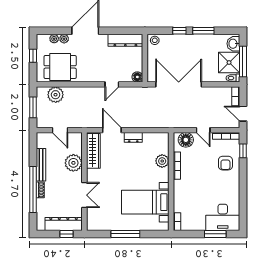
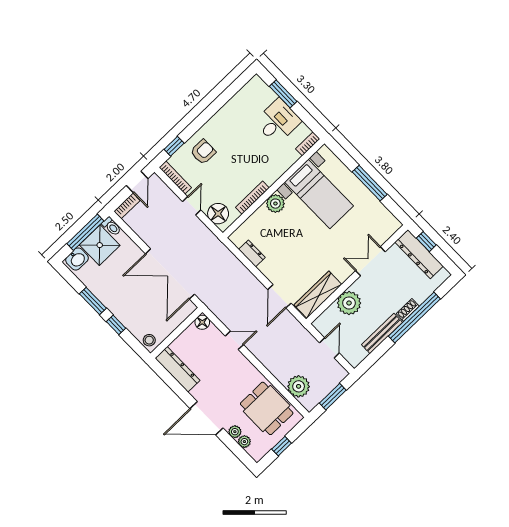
dresser: (133, 137) -> (252, 253), moved
plant: (162, 161) -> (275, 204), moved
desk: (223, 217) -> (278, 121), moved, width x0.73

